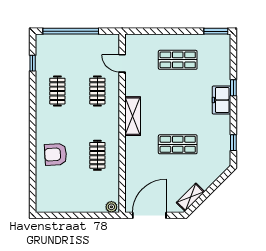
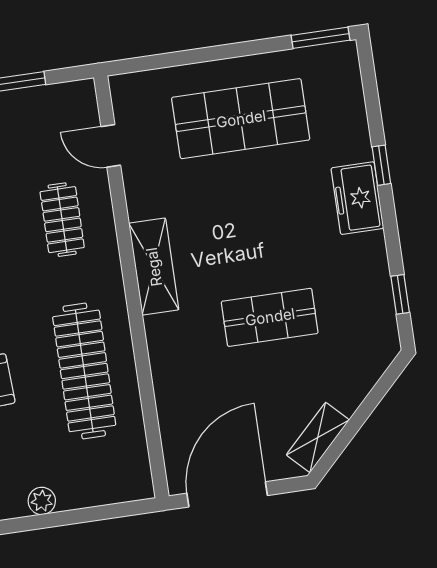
shop shelf: (178, 60) -> (241, 119), width x1.43, depth x1.36
clothes rail: (97, 155) -> (84, 371), width x1.86, depth x1.31
plant: (111, 207) -> (42, 501), moved

